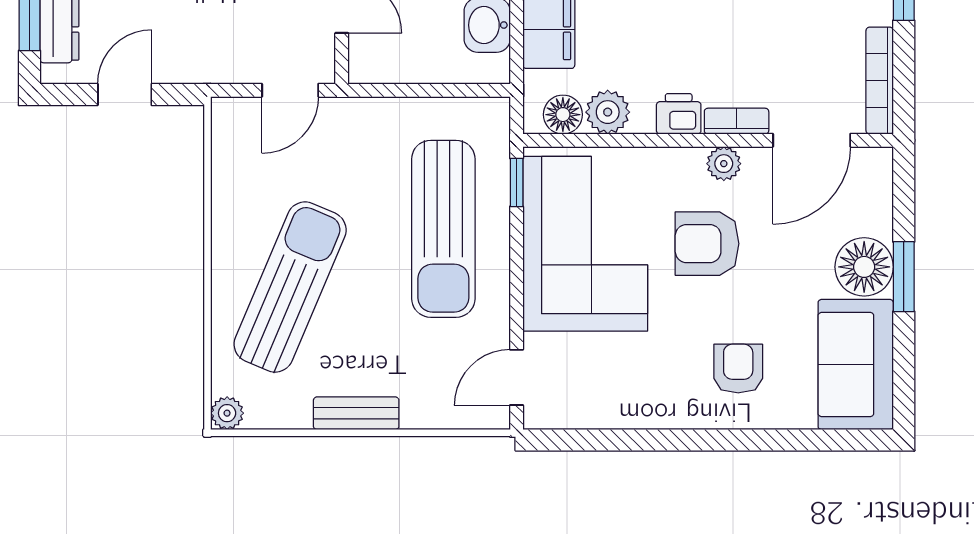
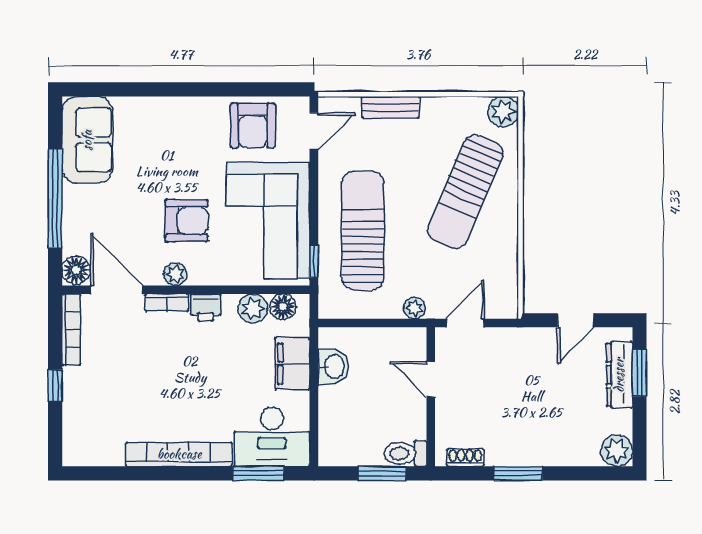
plant: (366, 113) -> (414, 308), added
door: (812, 140) -> (117, 290), hinge flipped
floor lamp: (864, 267) -> (76, 270), moved, width x0.73, depth x0.73
window: (904, 277) -> (55, 199), width x2.11
armchair: (738, 369) -> (253, 126), moved, width x1.38, depth x1.38
plant: (227, 413) -> (503, 111), width x1.38, depth x1.38
bench: (356, 413) -> (391, 107), moved

